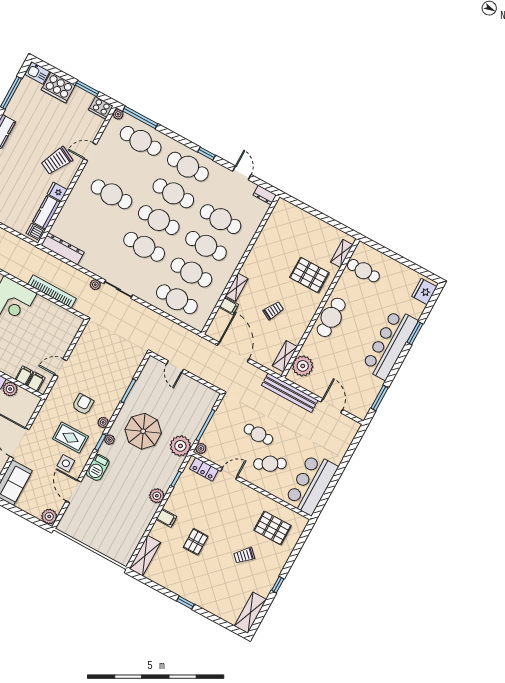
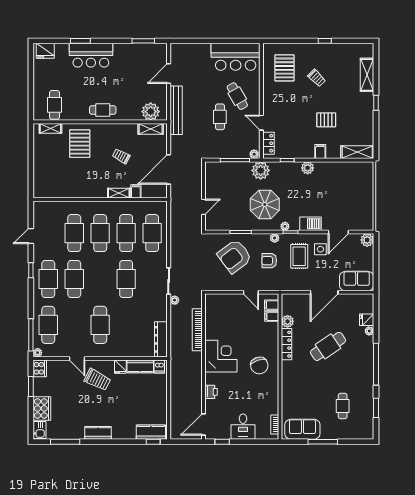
dresser: (265, 195) -> (38, 210), removed
cafe table: (159, 220) -> (100, 279), removed
cafe table: (331, 317) -> (103, 110), width x0.73, depth x0.74
bar counter: (390, 344) -> (91, 55), width x0.73
armchair: (107, 371) -> (235, 256), added
shelving: (250, 613) -> (367, 75), moved, turned 90

